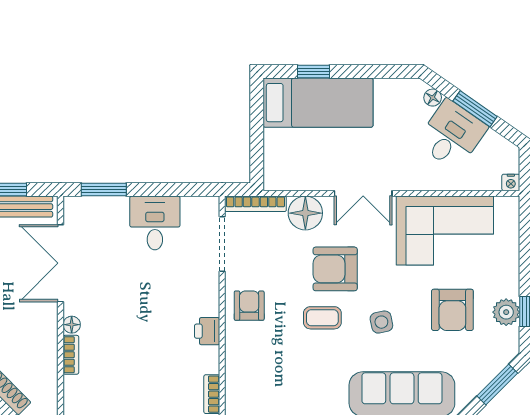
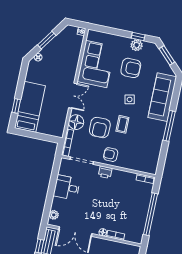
desk: (452, 135) -> (56, 52), removed
window: (104, 190) -> (48, 206), removed
plant: (88, 207) -> (54, 215), added
armchair: (335, 269) -> (100, 128), moved
printer: (207, 331) -> (105, 172), moved

